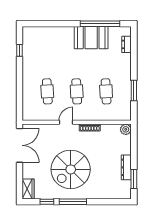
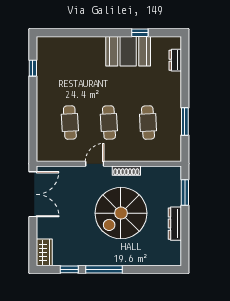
window: (100, 24) -> (140, 33), width x0.32
plant: (126, 129) -> (174, 173), removed
spiral stairs: (71, 169) -> (121, 213), moved
window: (134, 179) -> (185, 192), moved

